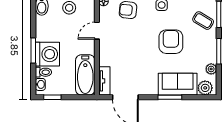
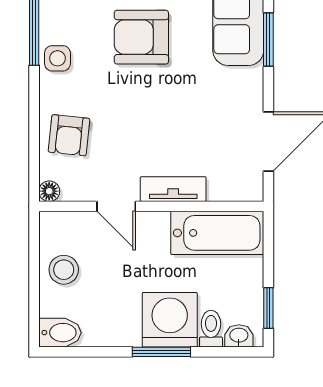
tv unit: (104, 81) -> (173, 189), moved

